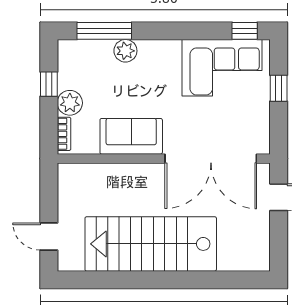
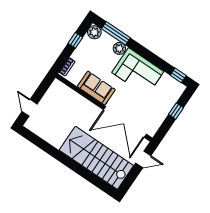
corner sofa: (222, 68) -> (138, 72), moved
plant: (70, 103) -> (94, 32), moved
stairs: (151, 244) -> (96, 158), moved

